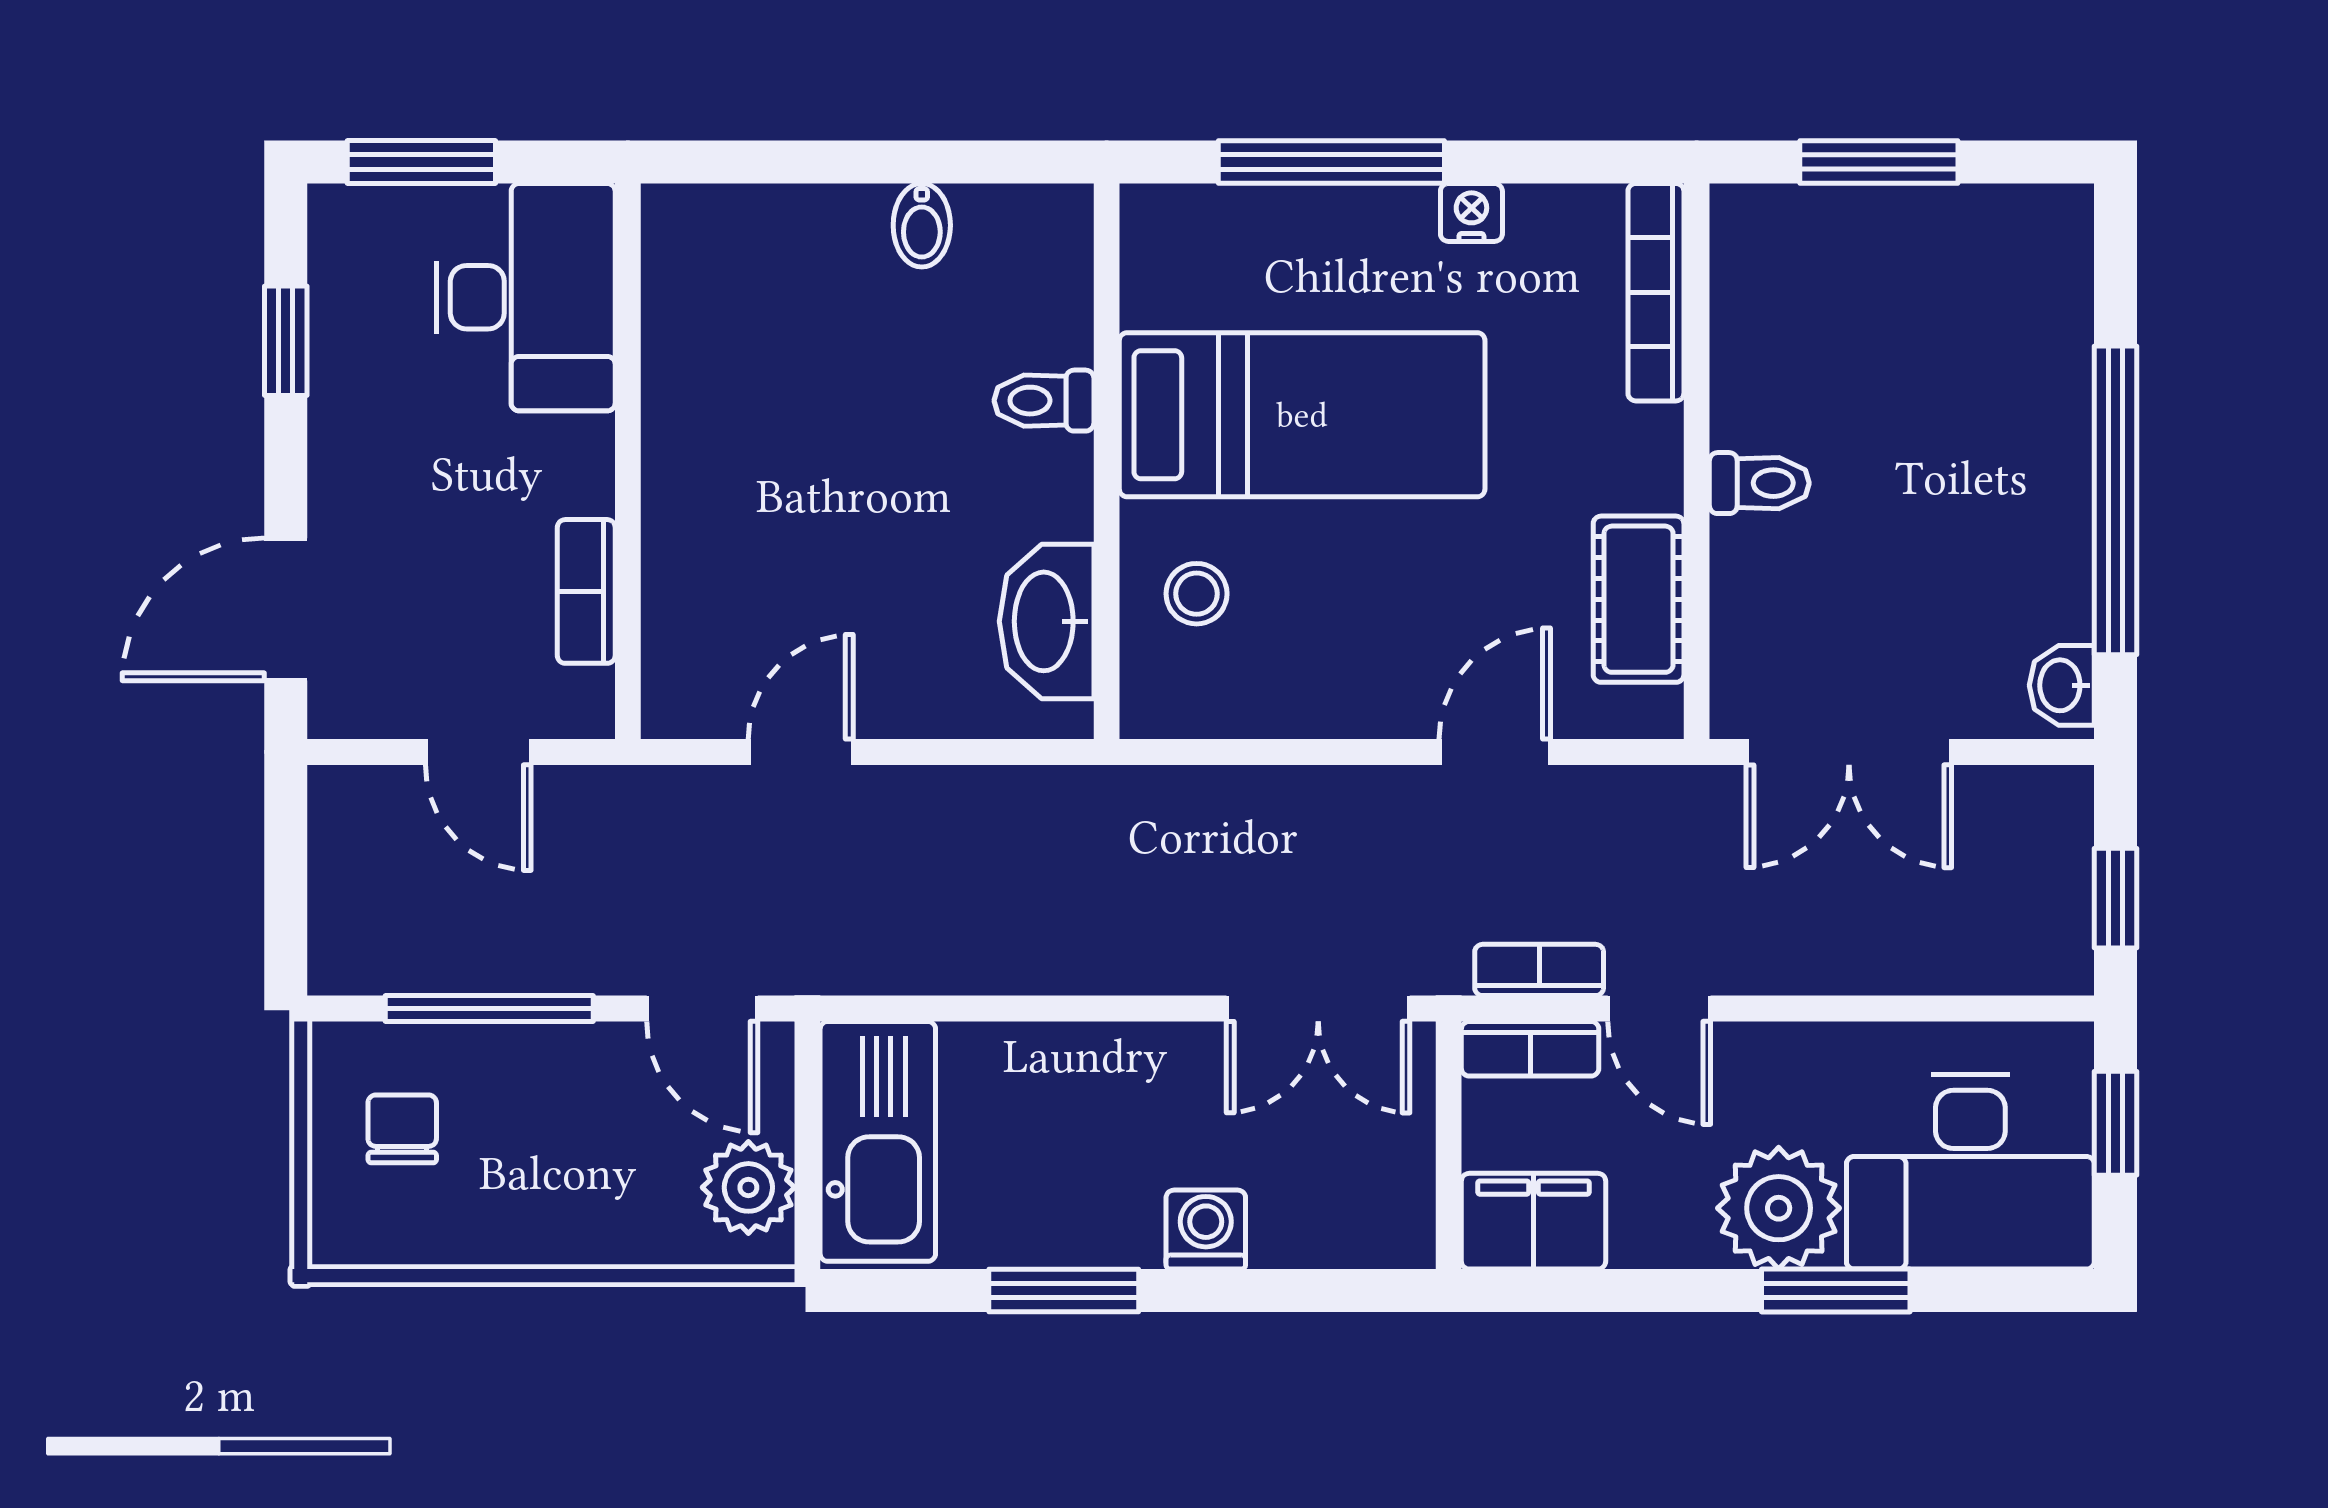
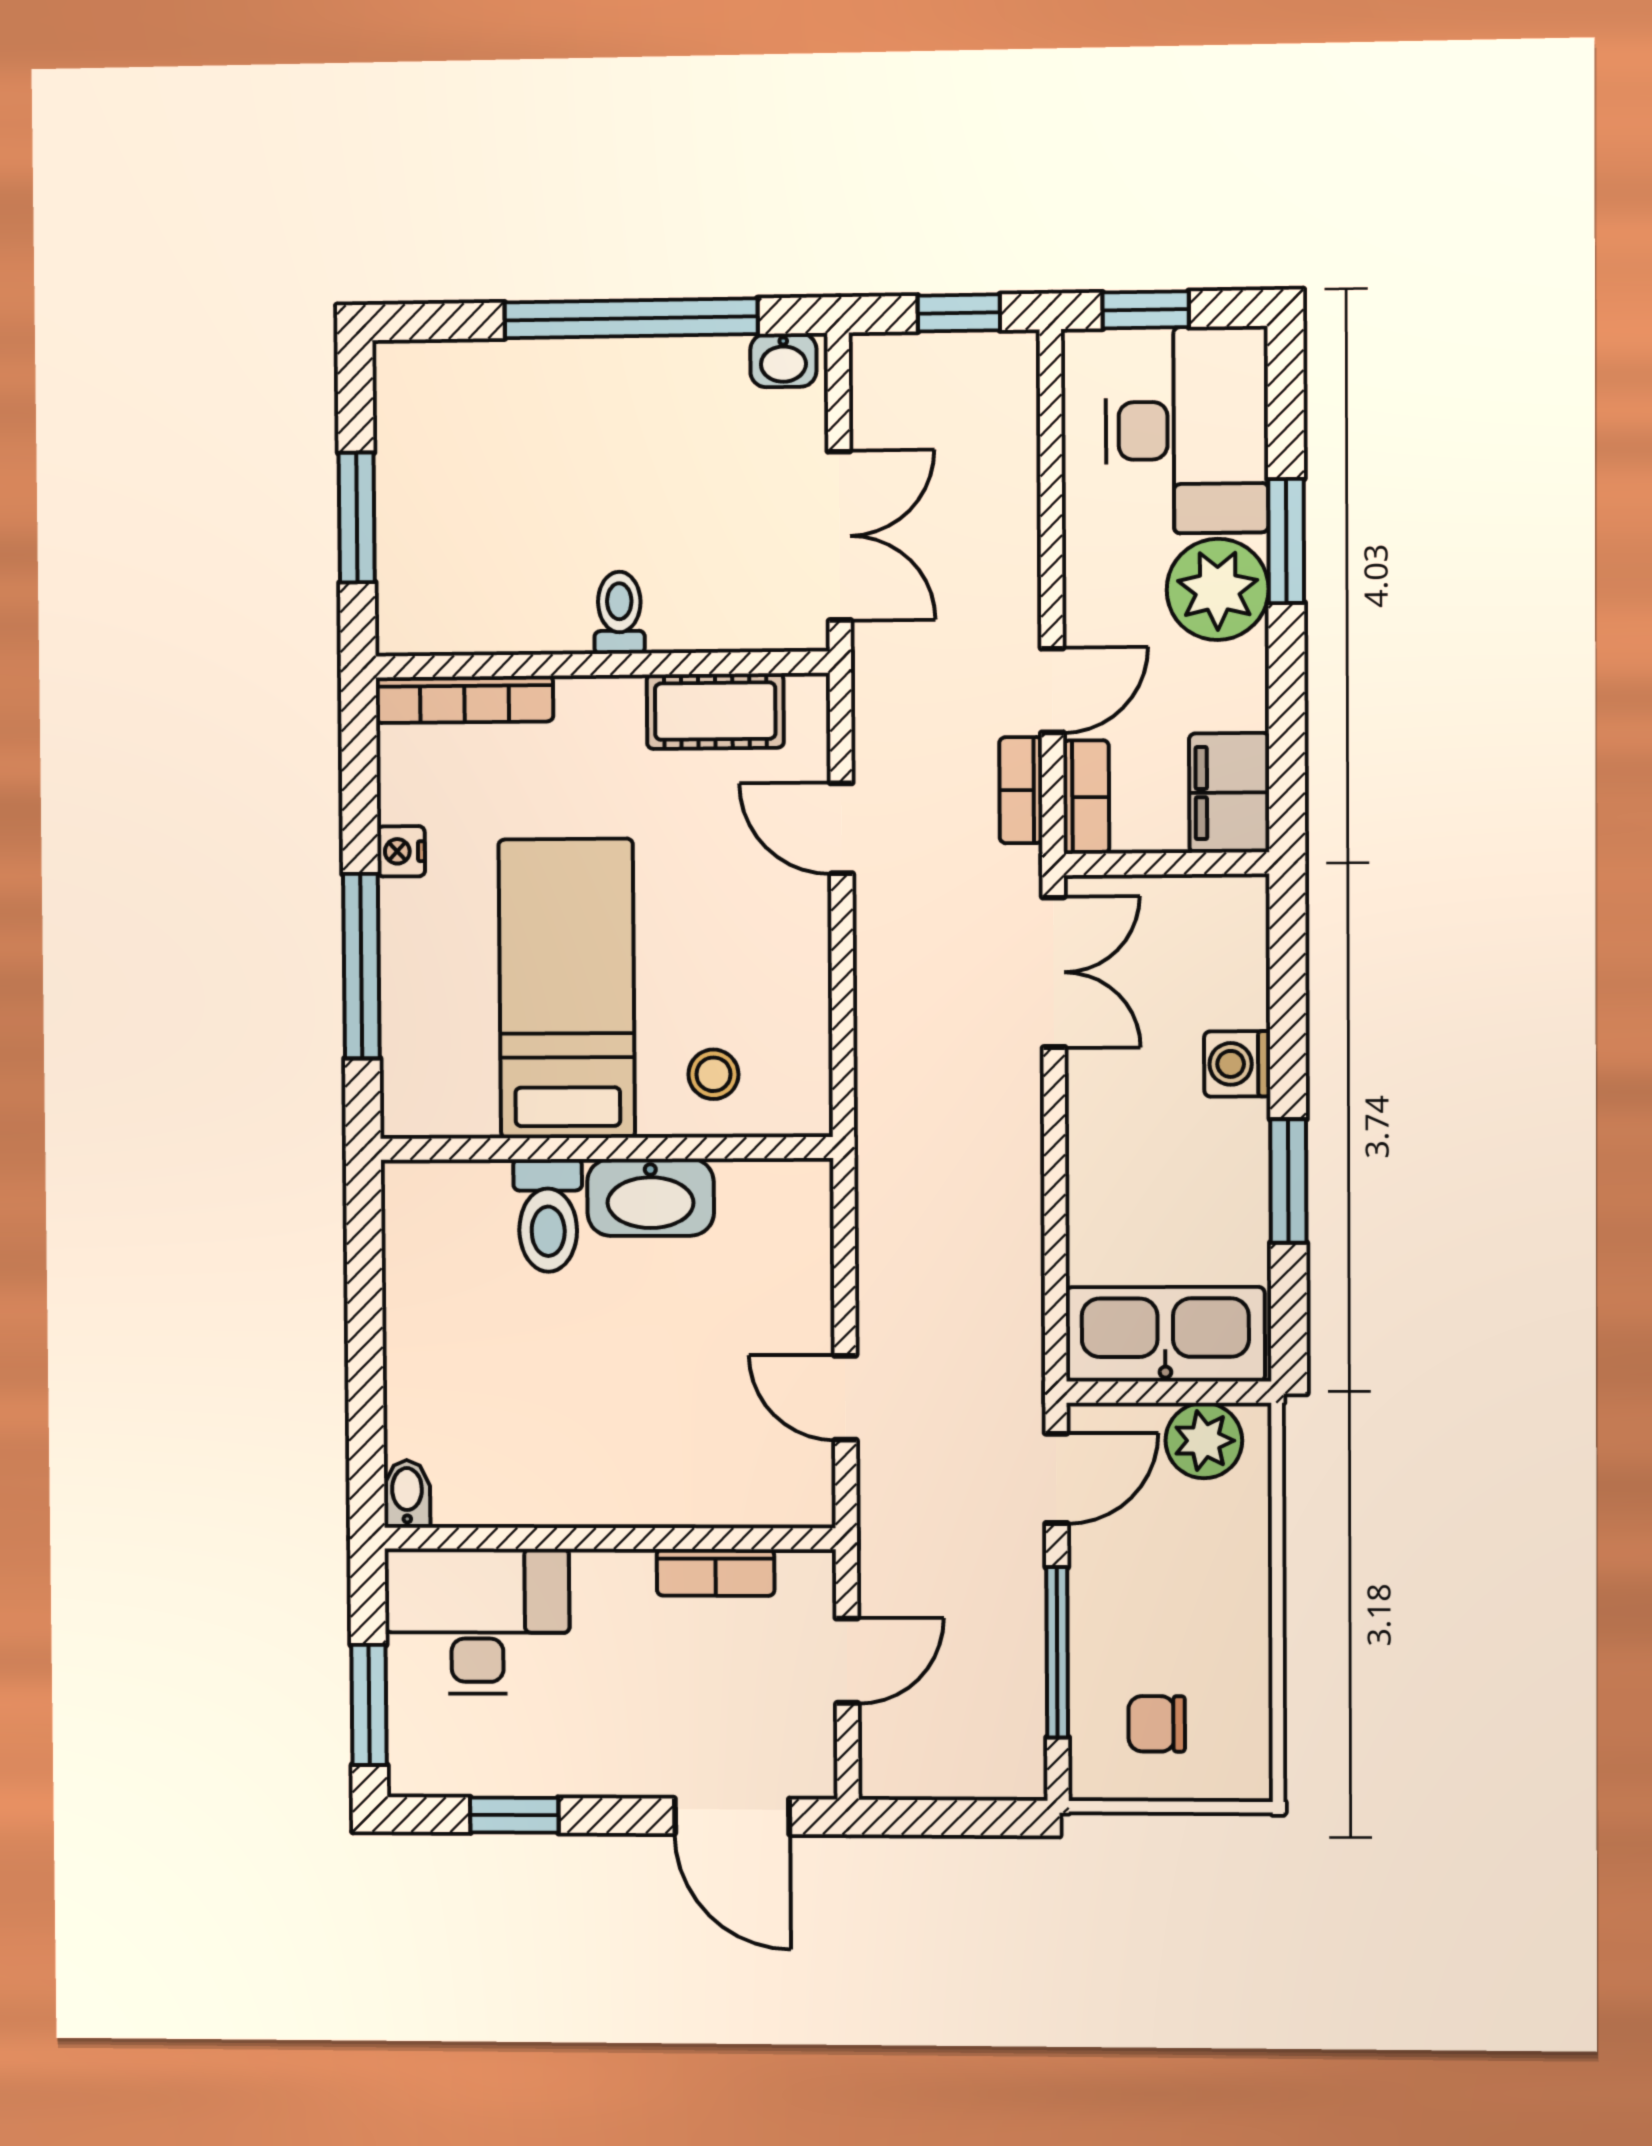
bidet: (922, 225) -> (407, 1494), moved, turned -90
toilet: (1044, 401) -> (548, 1215), width x1.37, depth x1.39
washbasin: (1047, 621) -> (651, 1197), moved

